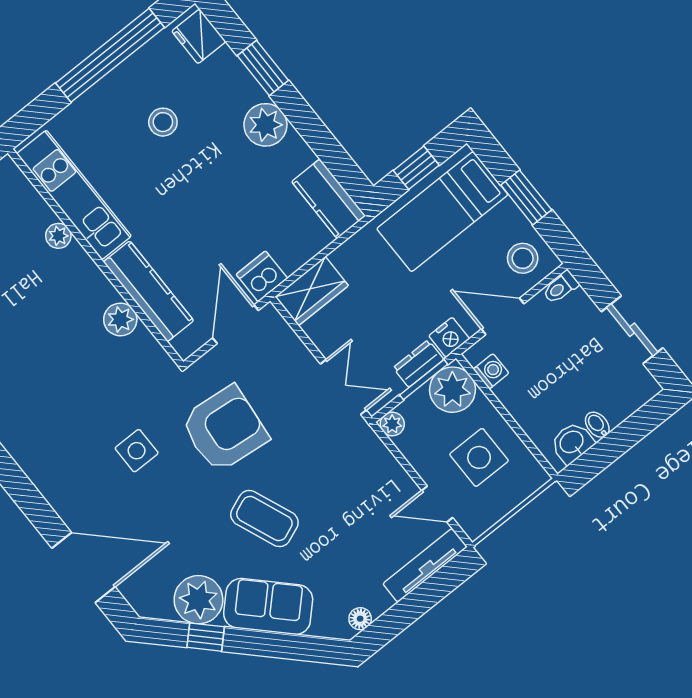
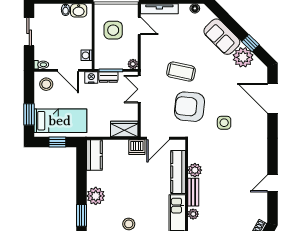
window: (526, 197) -> (29, 114), moved
bench: (91, 276) -> (193, 192), added
plant: (452, 390) -> (104, 59), removed
coffee table: (264, 519) -> (181, 72), moved, turned -56

